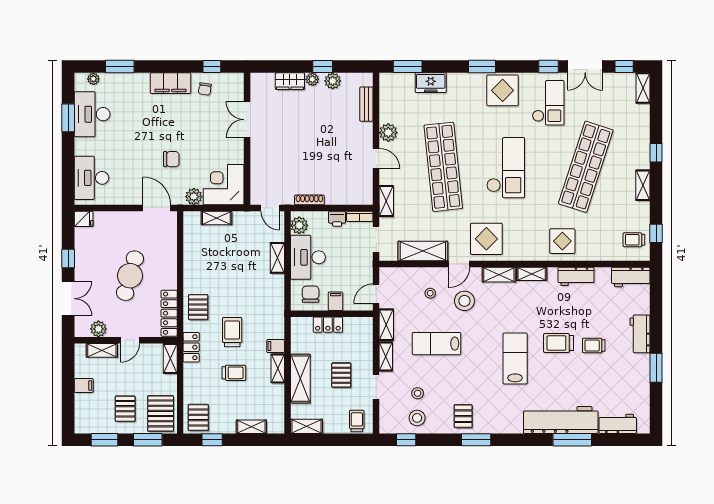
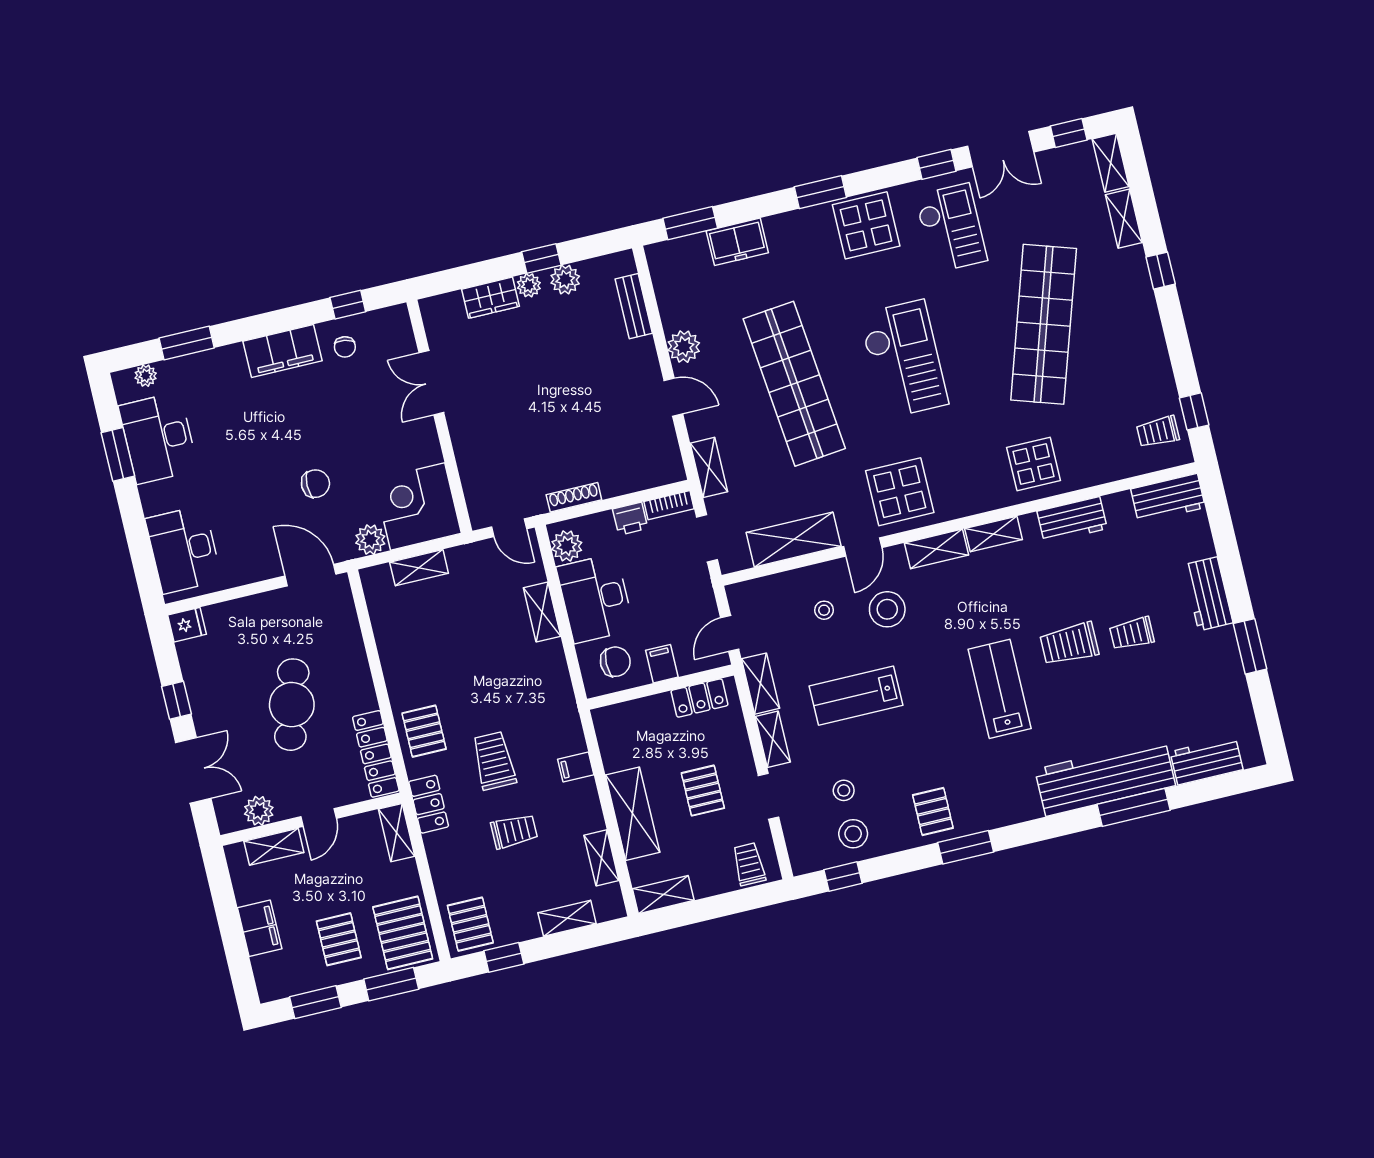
shelving: (643, 185) -> (1124, 219), moved
chair: (311, 294) -> (615, 662), turned 90
locker: (328, 325) -> (699, 698), moved
shelving: (278, 368) -> (601, 858), moved
filing cabinet: (84, 386) -> (260, 928), width x2.00

